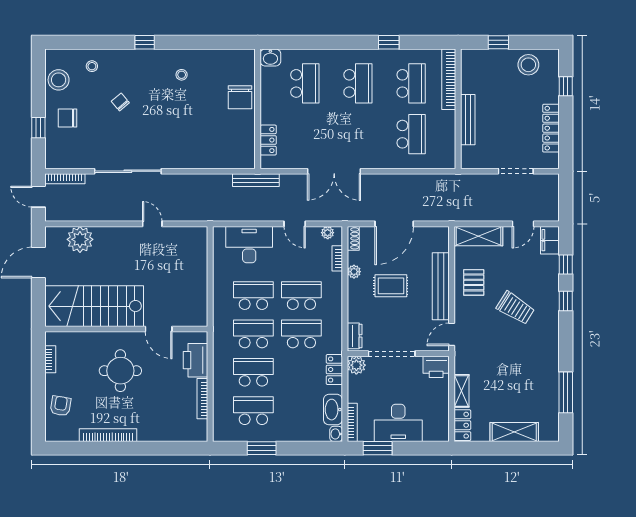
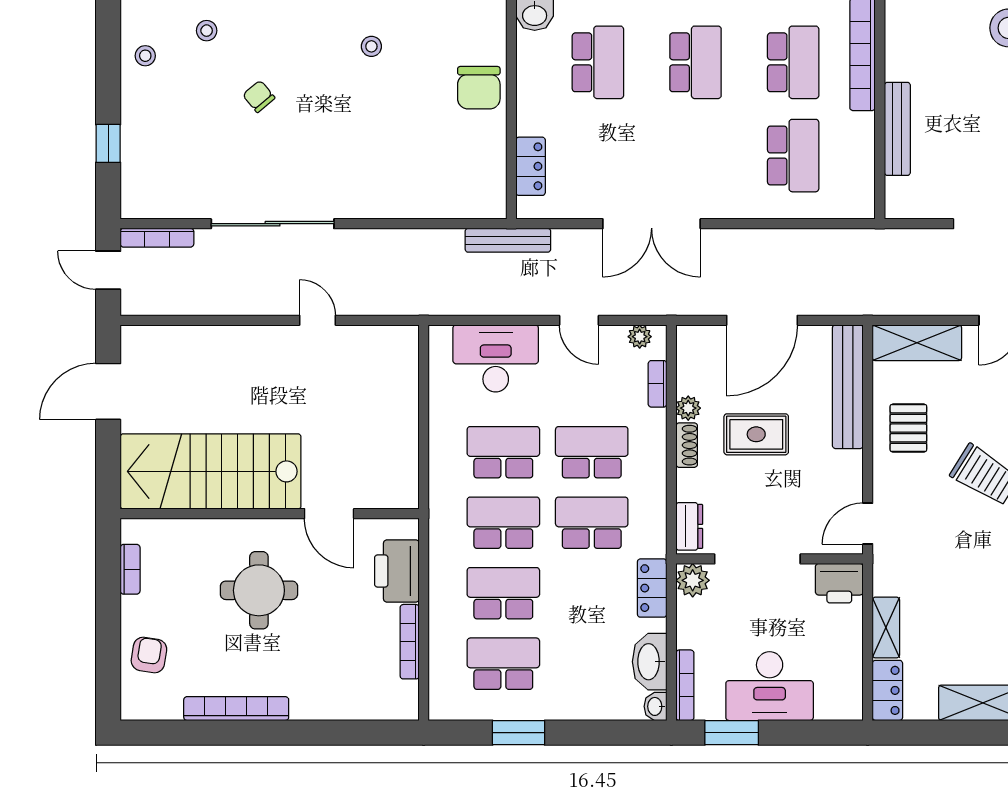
stool: (59, 80) -> (145, 56), width x0.53, depth x0.53
chair: (68, 118) -> (162, 126), removed
shoe rack: (353, 238) -> (687, 445), moved
plant: (80, 239) -> (185, 349), removed
bench: (441, 286) -> (848, 387), moved

